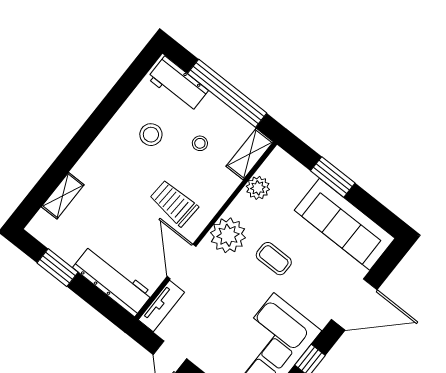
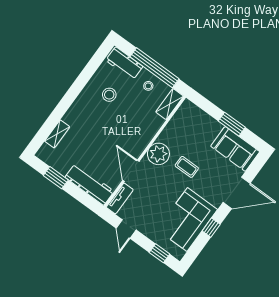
stool: (200, 143) -> (148, 86), moved
window: (333, 177) -> (232, 124), moved
plant: (258, 188) -> (175, 124), removed
trolley: (174, 203) -> (125, 136), removed
sofa: (345, 224) -> (235, 149), width x0.73

